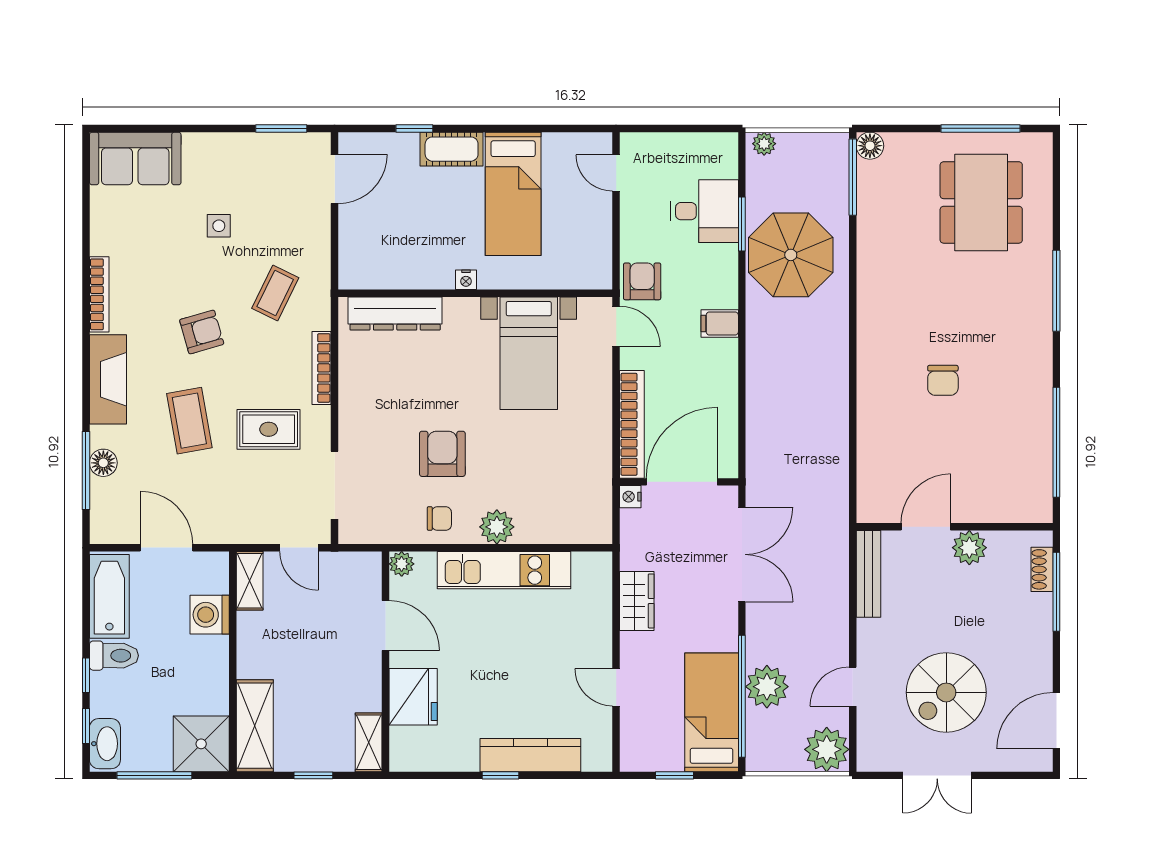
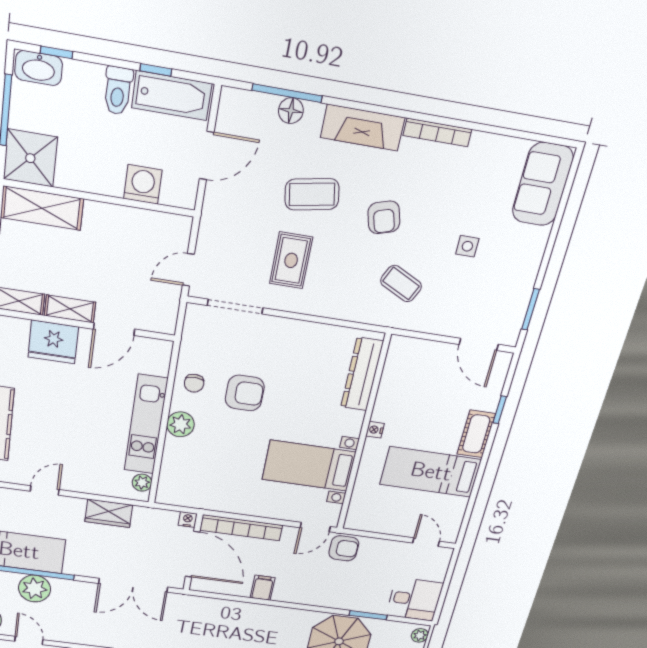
door: (616, 173) -> (426, 542), hinge flipped
desk: (704, 211) -> (414, 599), moved, turned -90
filing cabinet: (720, 323) -> (263, 588), moved
bookcase: (322, 368) -> (332, 311), removed
plant: (402, 564) -> (142, 483), moved
shelving: (250, 581) -> (70, 309), moved
window: (86, 675) -> (156, 70), moved

